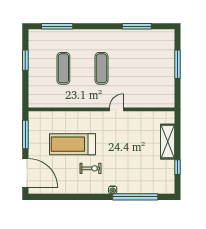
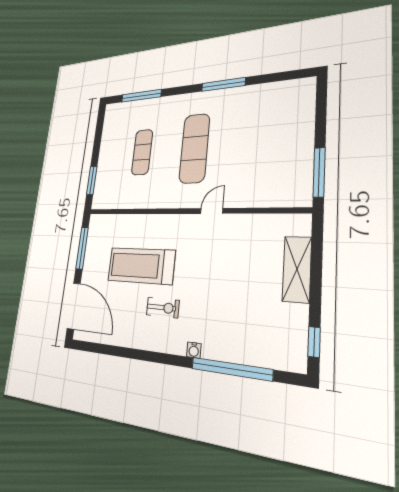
window: (137, 26) -> (223, 84), moved
window: (25, 60) -> (92, 180), moved
window: (178, 64) -> (319, 172), moved
exercise mat: (101, 68) -> (194, 148), width x1.36, depth x1.45
window: (178, 167) -> (314, 342), moved

